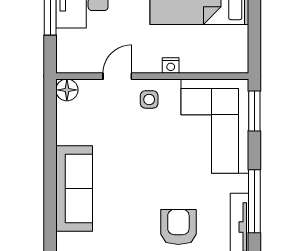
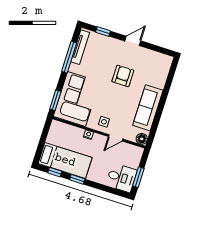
sofa: (74, 188) -> (148, 108), moved
armchair: (178, 227) -> (123, 76), moved, turned 180

